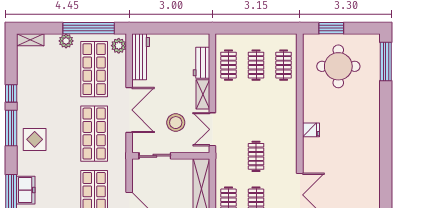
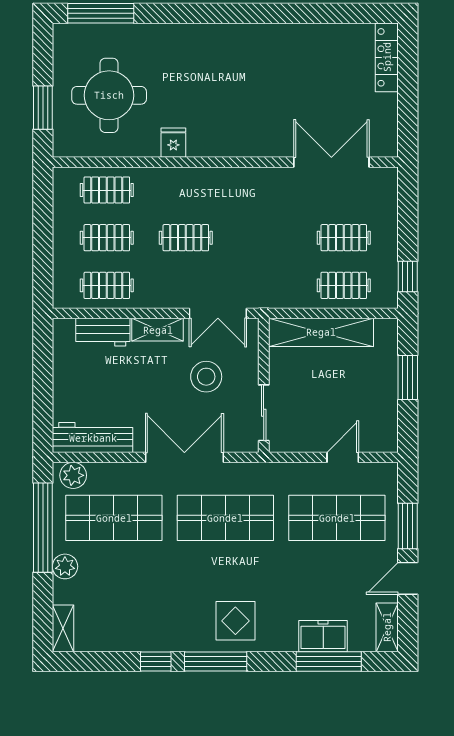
fridge: (311, 130) -> (173, 143), moved
clothes rail: (256, 156) -> (186, 238), moved

